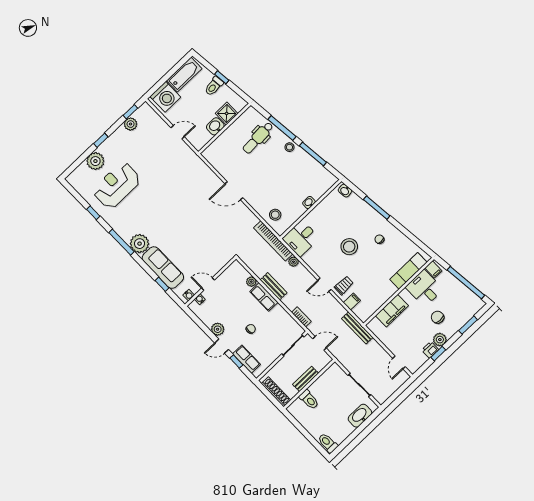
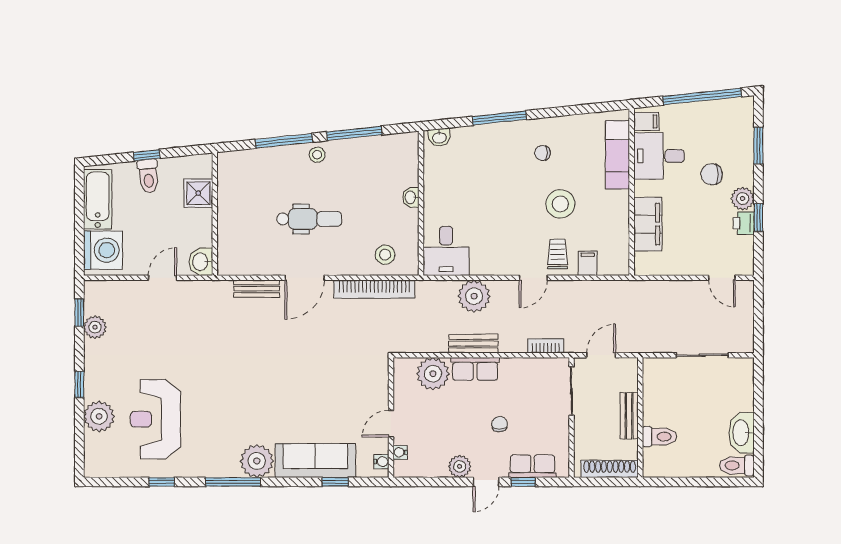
washbasin: (215, 126) -> (201, 262), moved
dental chair: (258, 138) -> (309, 219), moved, turned -87
bookcase: (273, 241) -> (374, 289), moved
stool: (349, 247) -> (560, 204), moved
plant: (294, 262) -> (474, 296), width x1.87, depth x1.87
plant: (251, 282) -> (433, 374), width x1.87, depth x1.87
bench: (357, 328) -> (257, 289), moved, width x0.73
washbasin: (360, 416) -> (742, 433), moved

